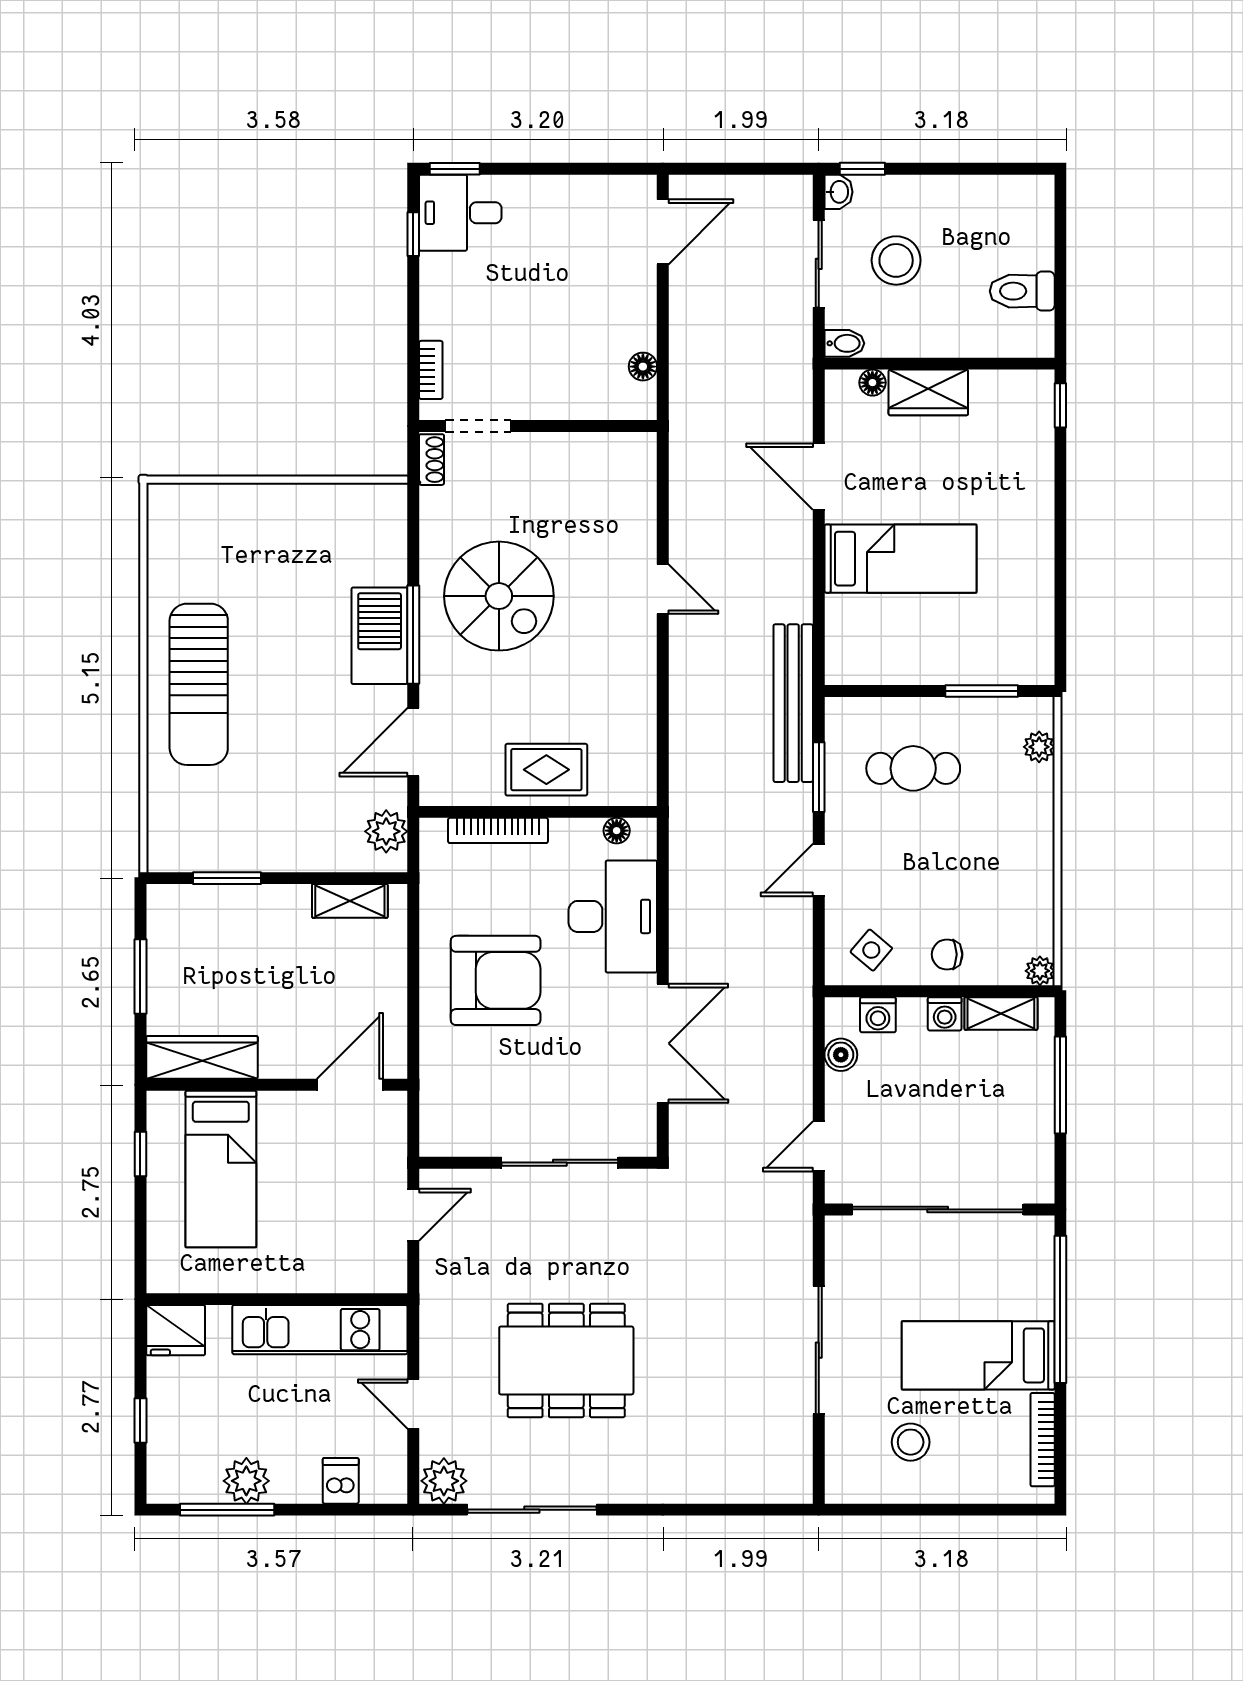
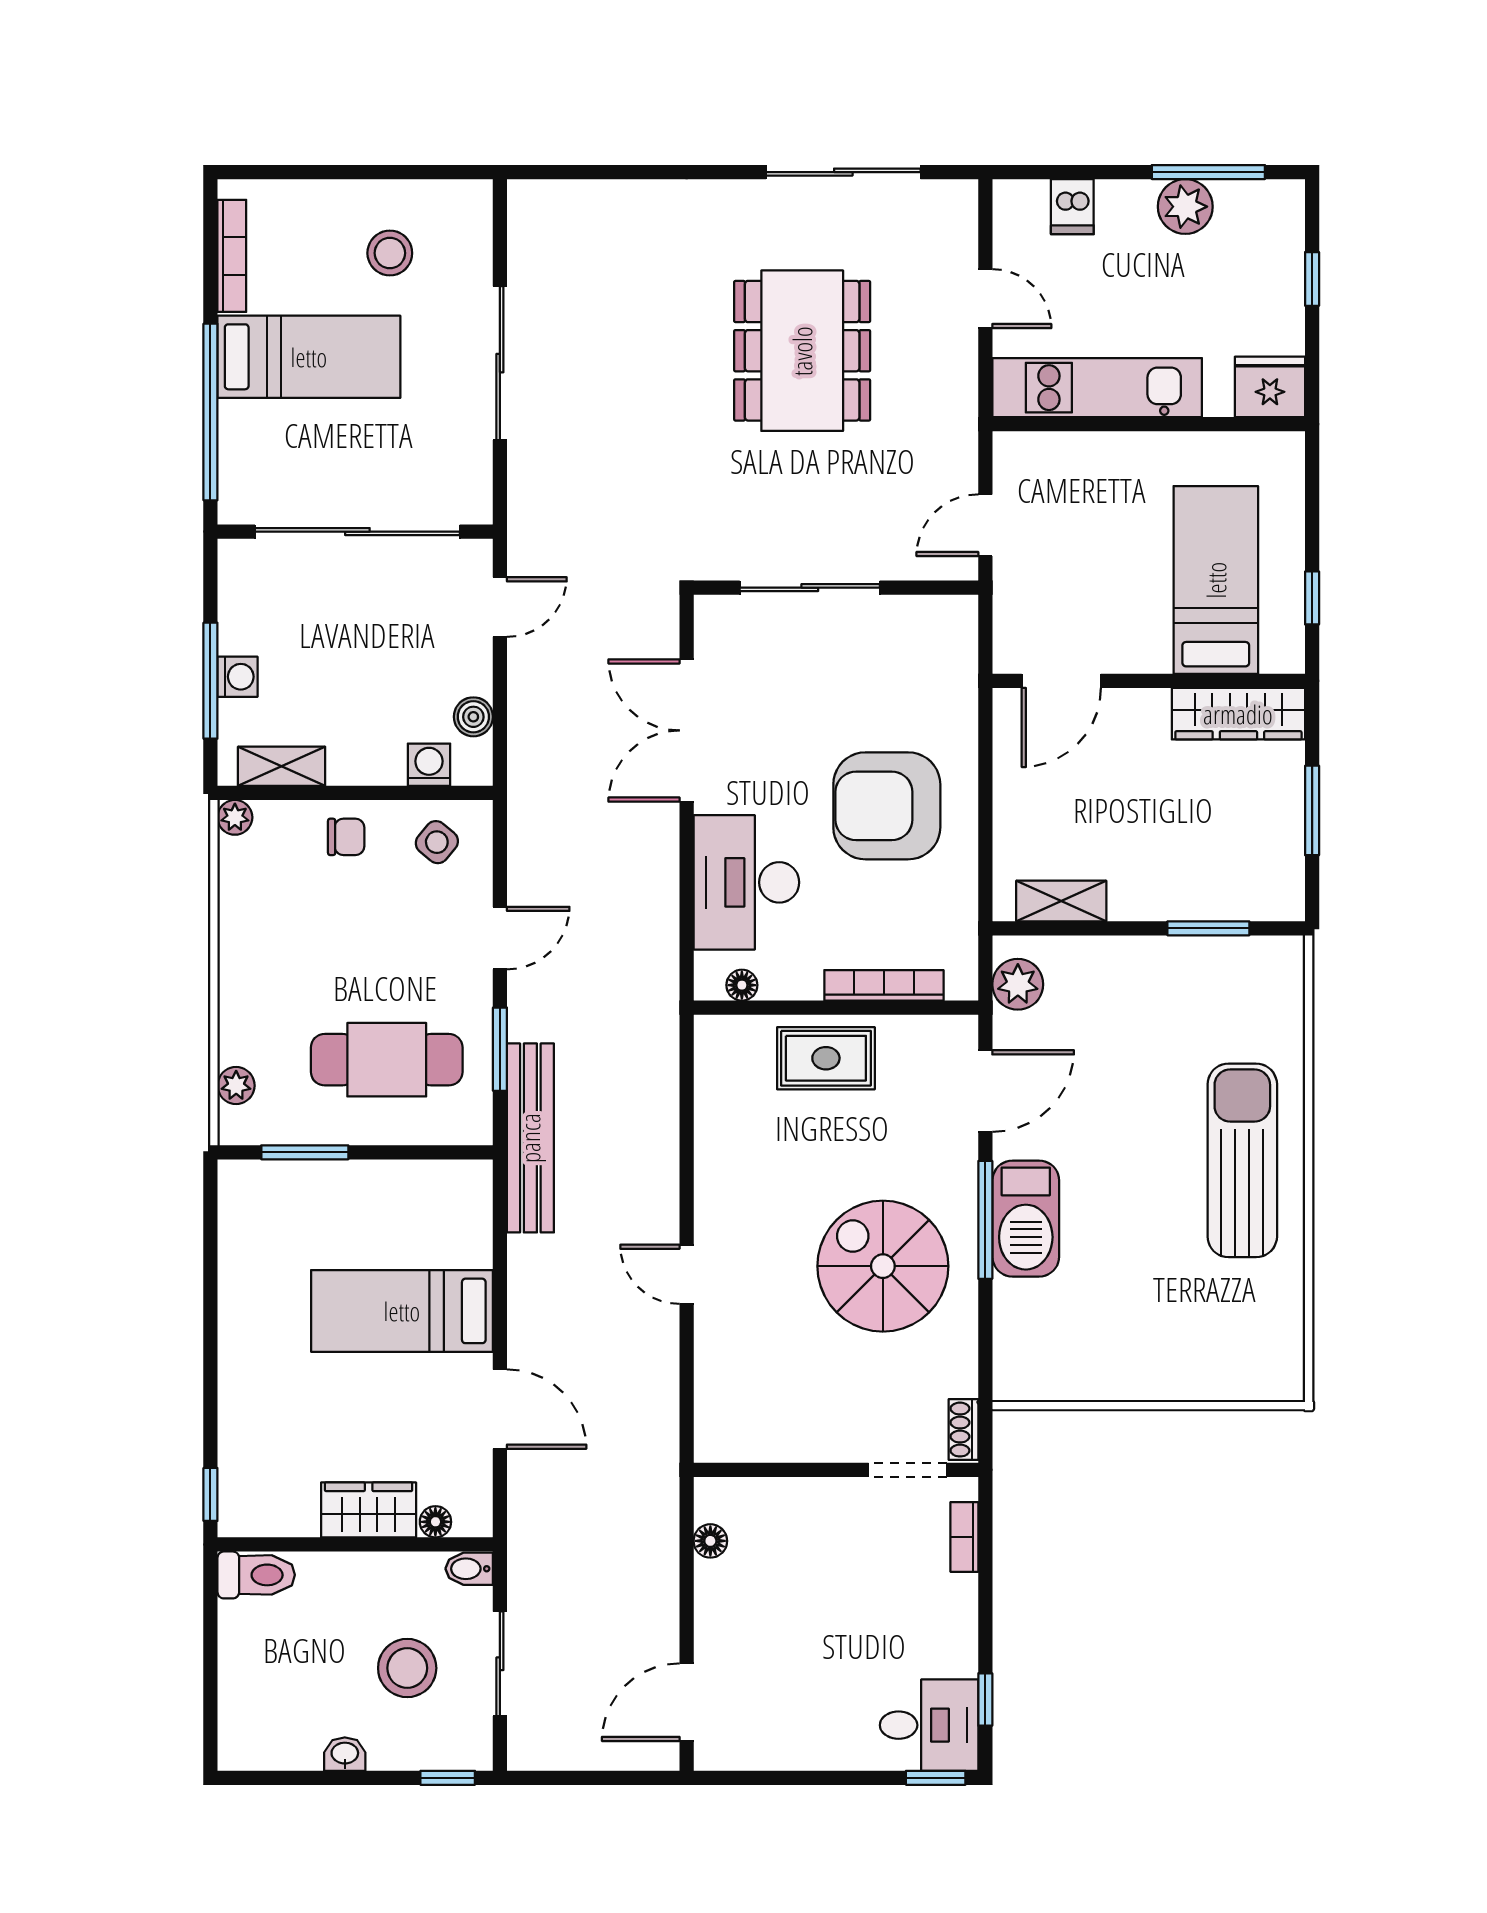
washbasin: (839, 192) -> (345, 1754), moved, turned 90
toilet: (1022, 291) -> (256, 1575), moved
cafe table: (913, 768) -> (387, 1060), width x1.37, depth x1.35
washing machine: (945, 1014) -> (238, 677), moved, turned 90
dining table: (566, 1360) -> (802, 351), turned 90
plant: (444, 1481) -> (949, 206), removed

